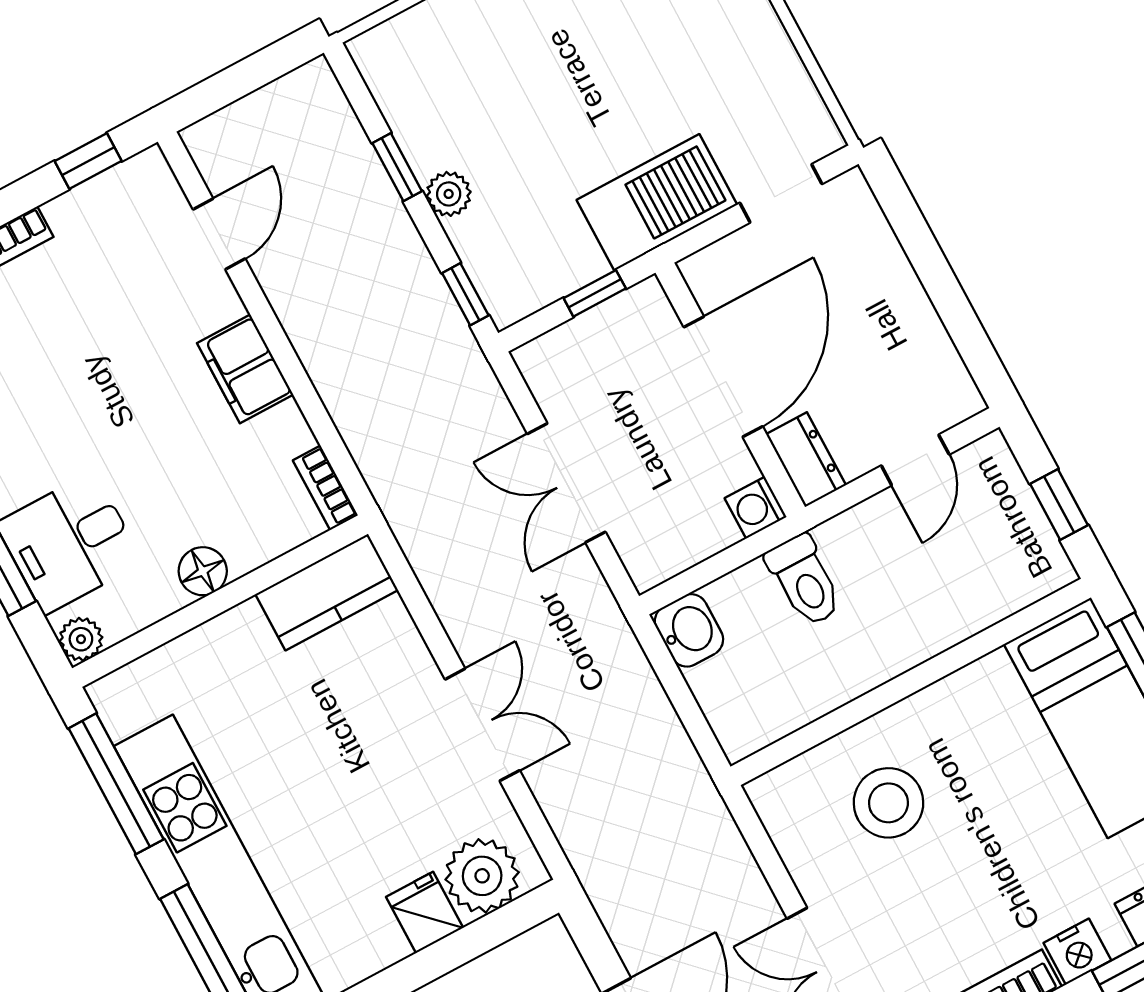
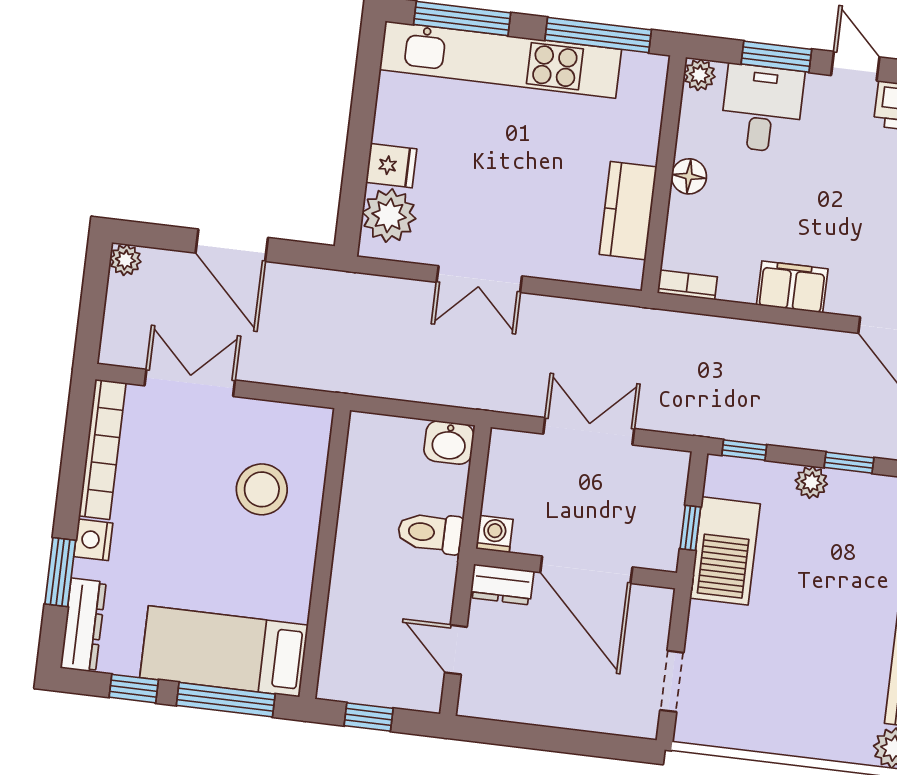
barbecue: (657, 202) -> (725, 551), moved
kitchen counter: (327, 592) -> (628, 211), moved

